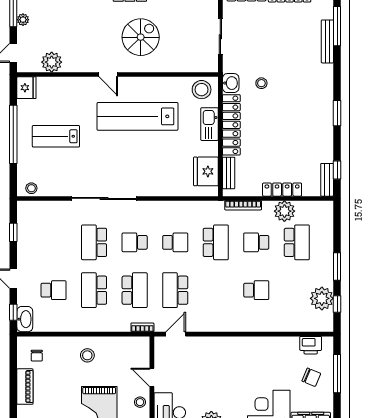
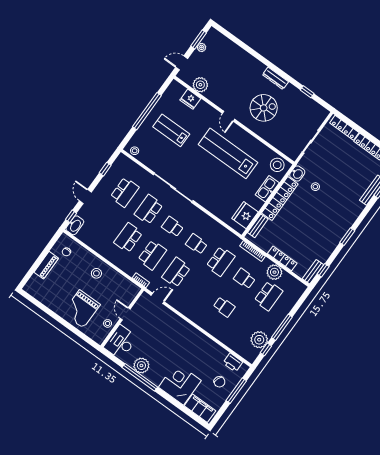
fridge: (26, 88) -> (190, 99), moved, turned 90
school desk: (175, 242) -> (197, 244), turned 180
window: (337, 267) -> (282, 327), width x1.44
school desk: (54, 290) -> (125, 192), moved, width x1.85

